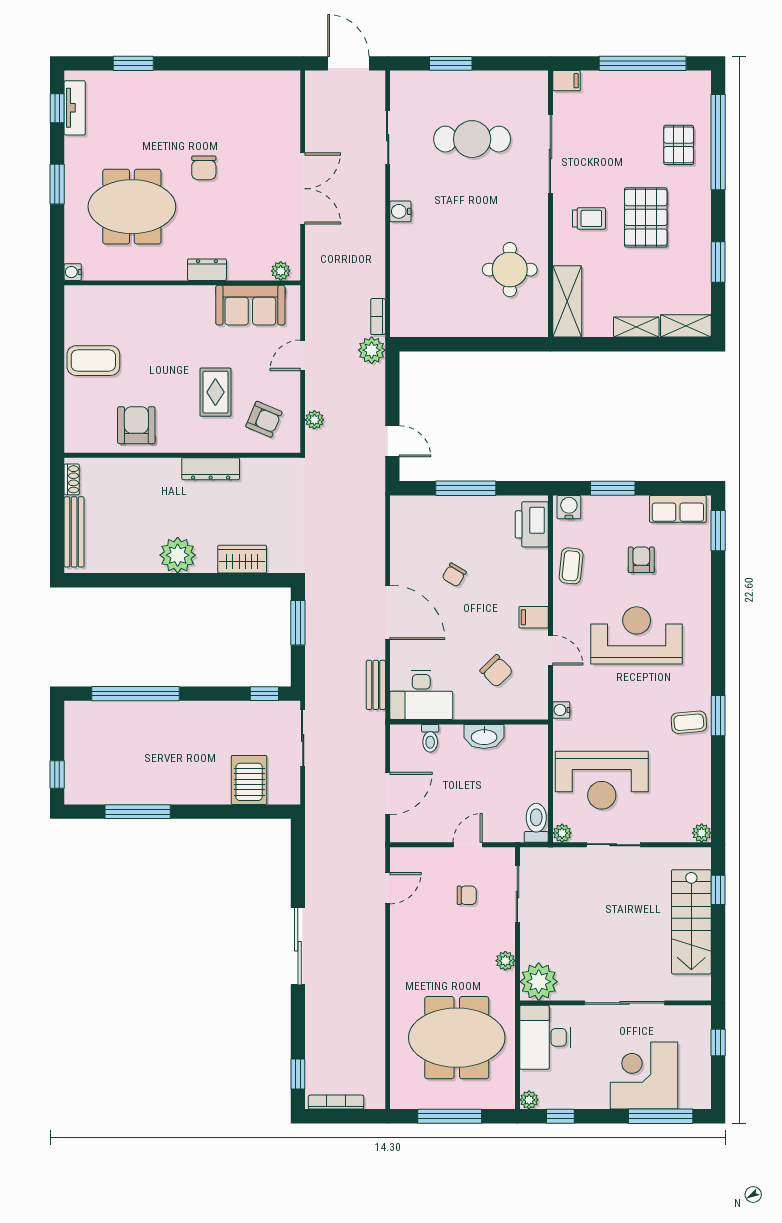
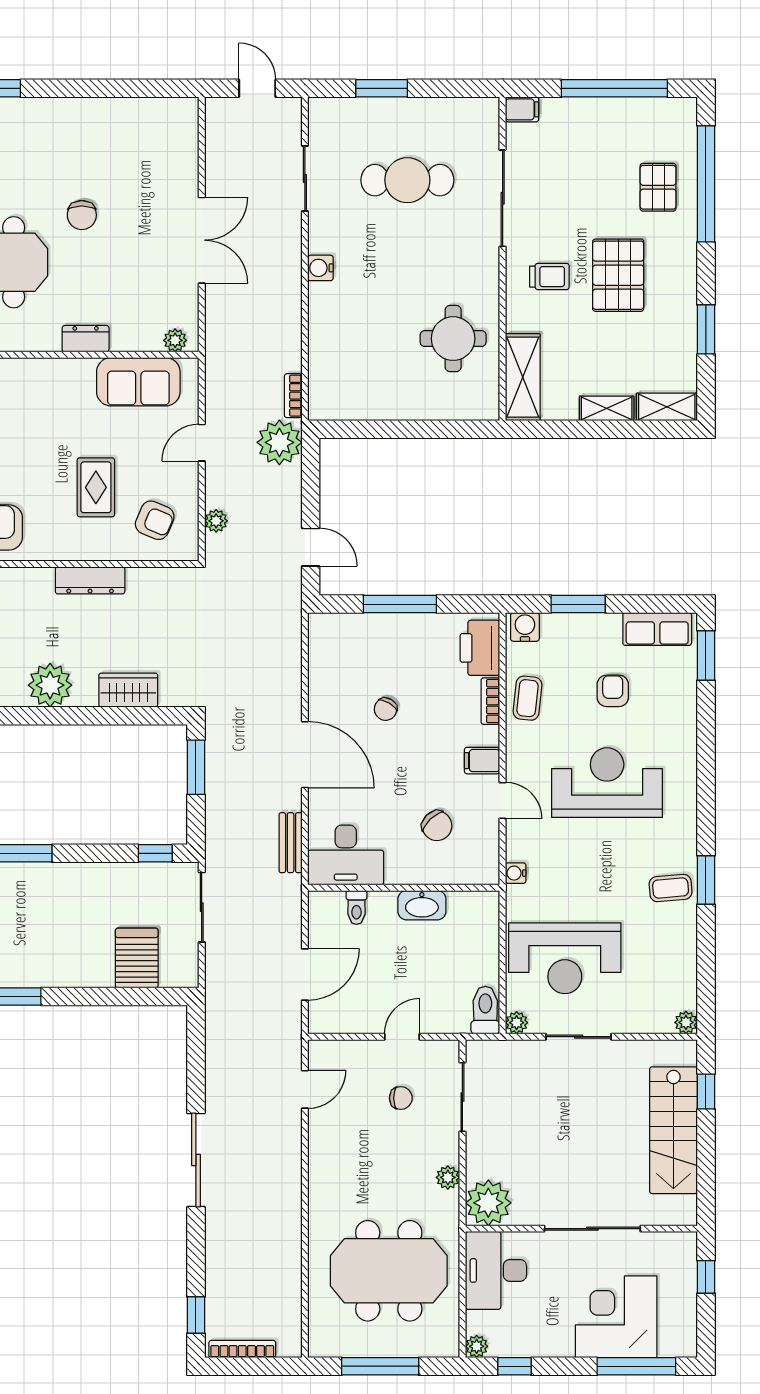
door: (348, 63) -> (257, 88), width x0.73
plant: (372, 350) -> (279, 442), width x1.36, depth x1.36
bookcase: (540, 568) -> (490, 701), added

